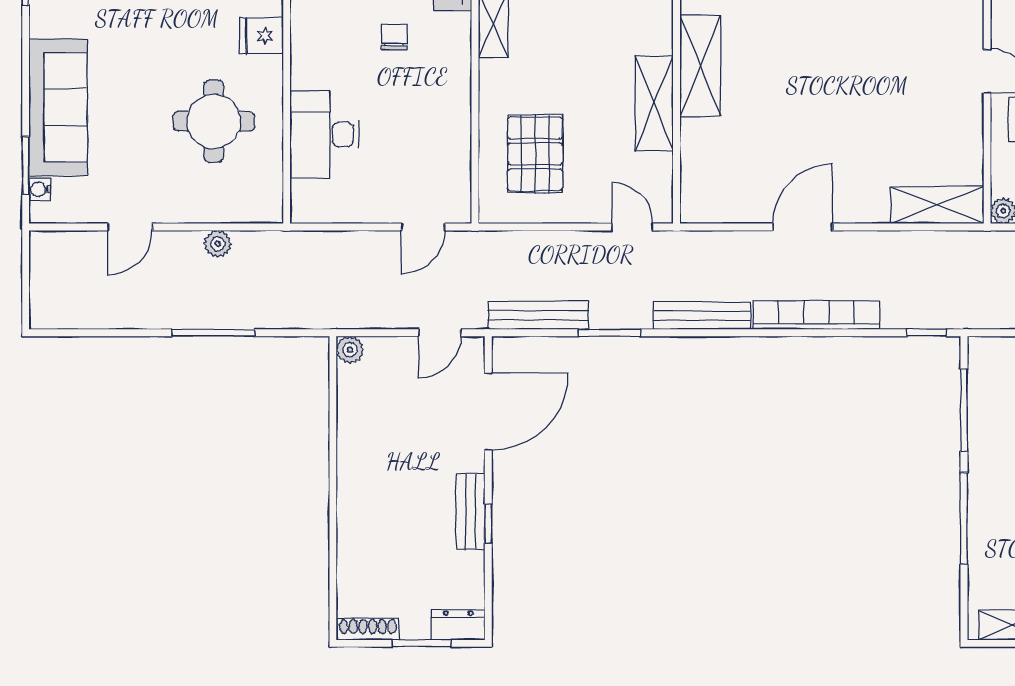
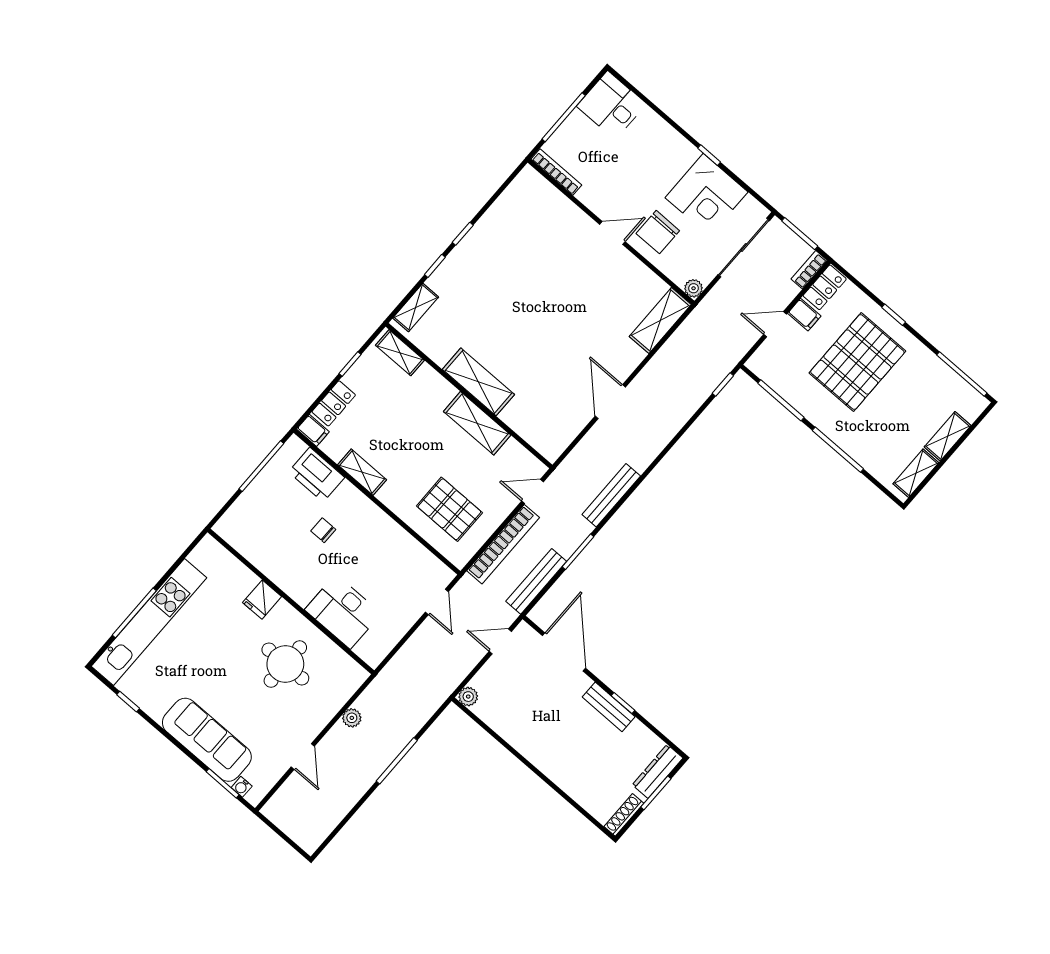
bookcase: (816, 315) -> (503, 544), moved, turned 180
door: (440, 333) -> (500, 641), swing flipped
dresser: (458, 625) -> (658, 771), width x1.44

